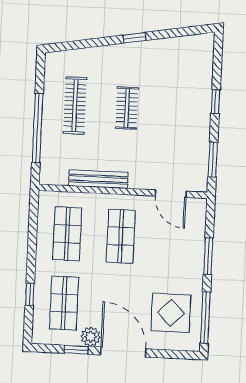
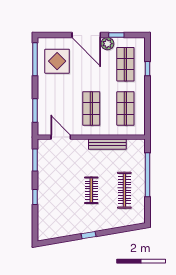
window: (208, 256) -> (35, 110), moved

